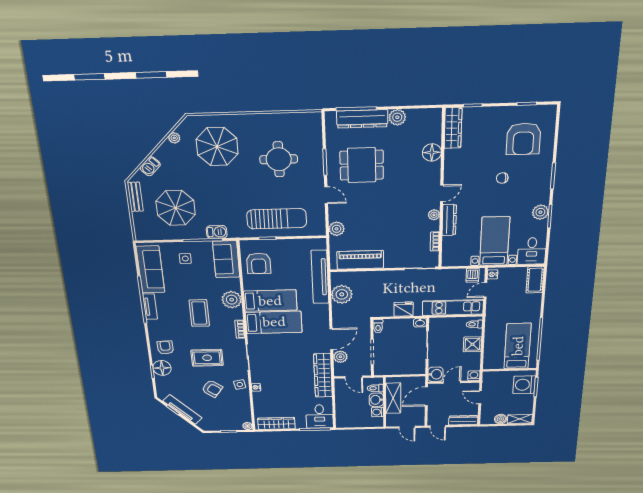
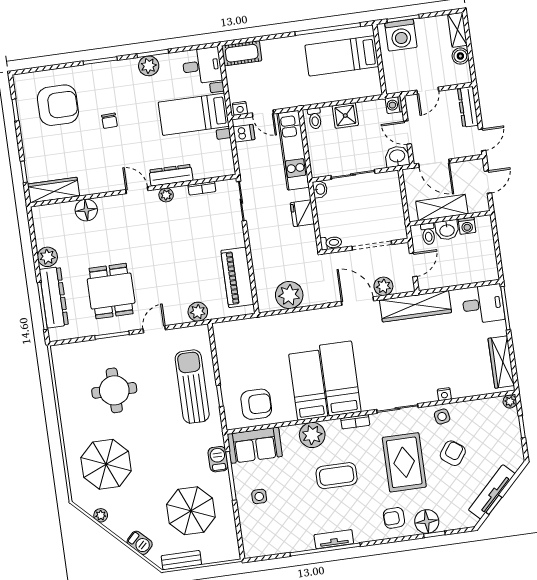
sofa: (151, 269) -> (280, 540), removed
tv unit: (320, 277) -> (267, 325), removed
rug: (207, 358) -> (404, 462), width x1.36, depth x1.43

